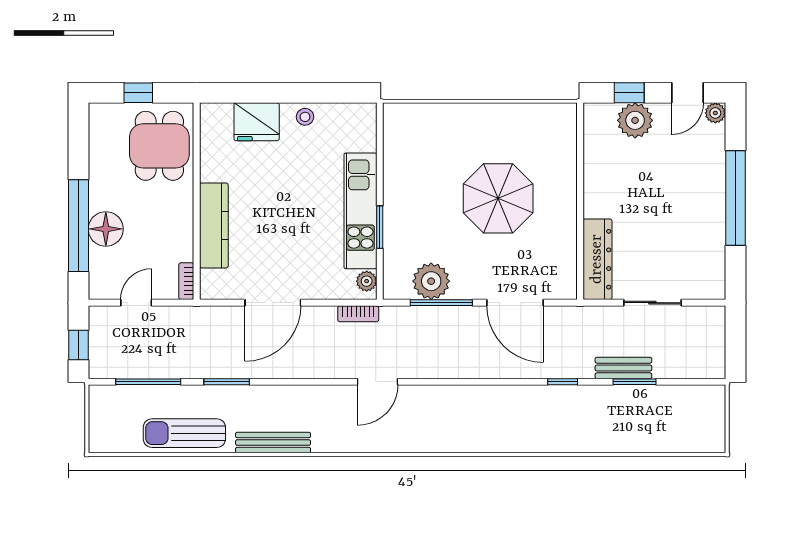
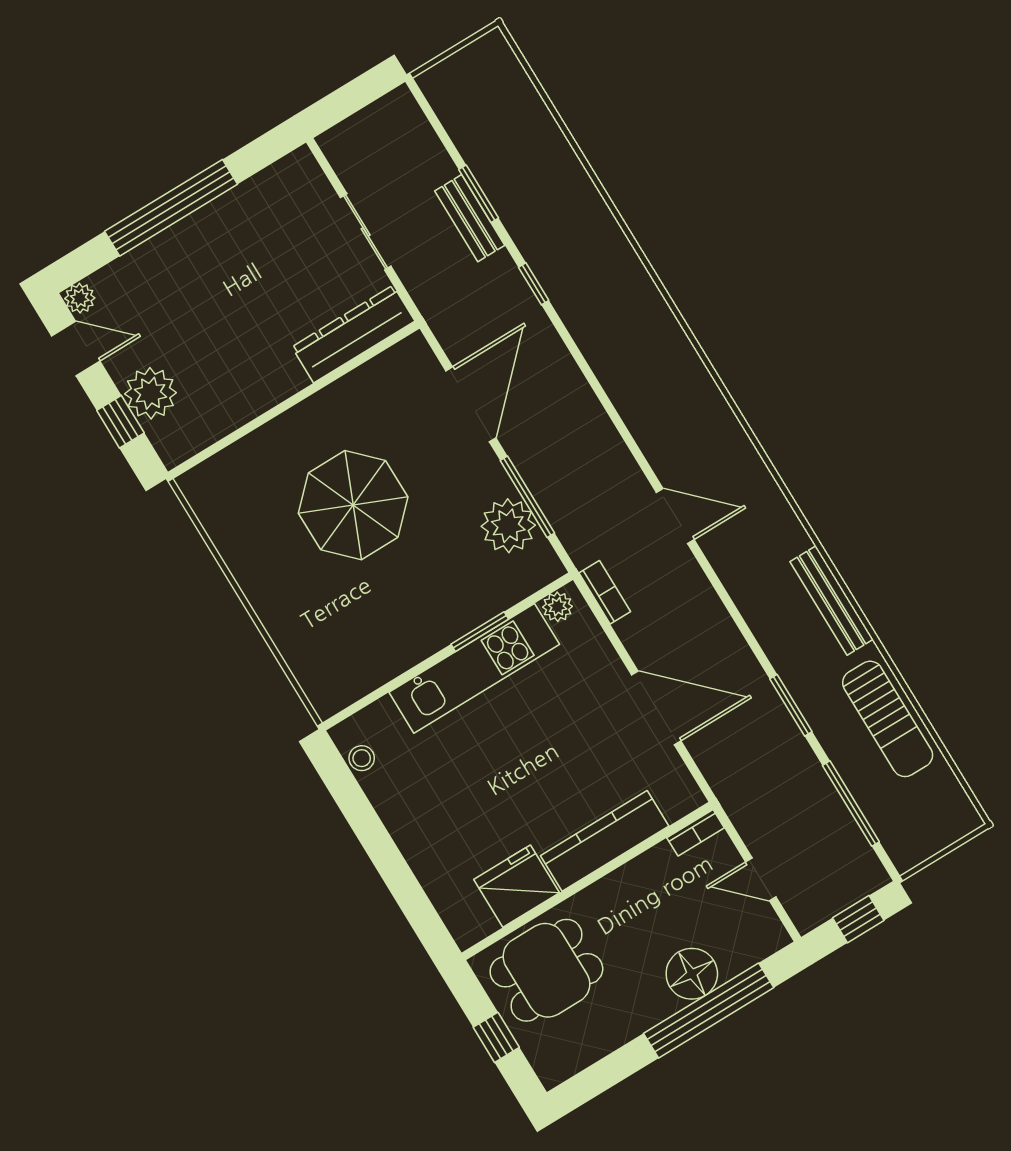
stool: (305, 117) -> (362, 758), moved
fridge: (257, 122) -> (517, 886), moved, turned -90

